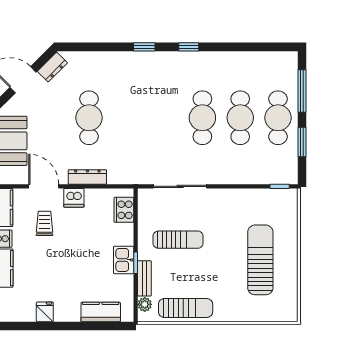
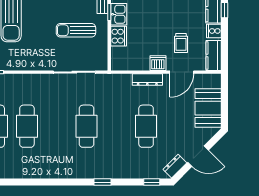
window: (189, 47) -> (152, 182), moved
cafe table: (202, 118) -> (87, 126), moved
door: (44, 186) -> (182, 72), hinge flipped
cooker: (124, 210) -> (119, 36), moved

